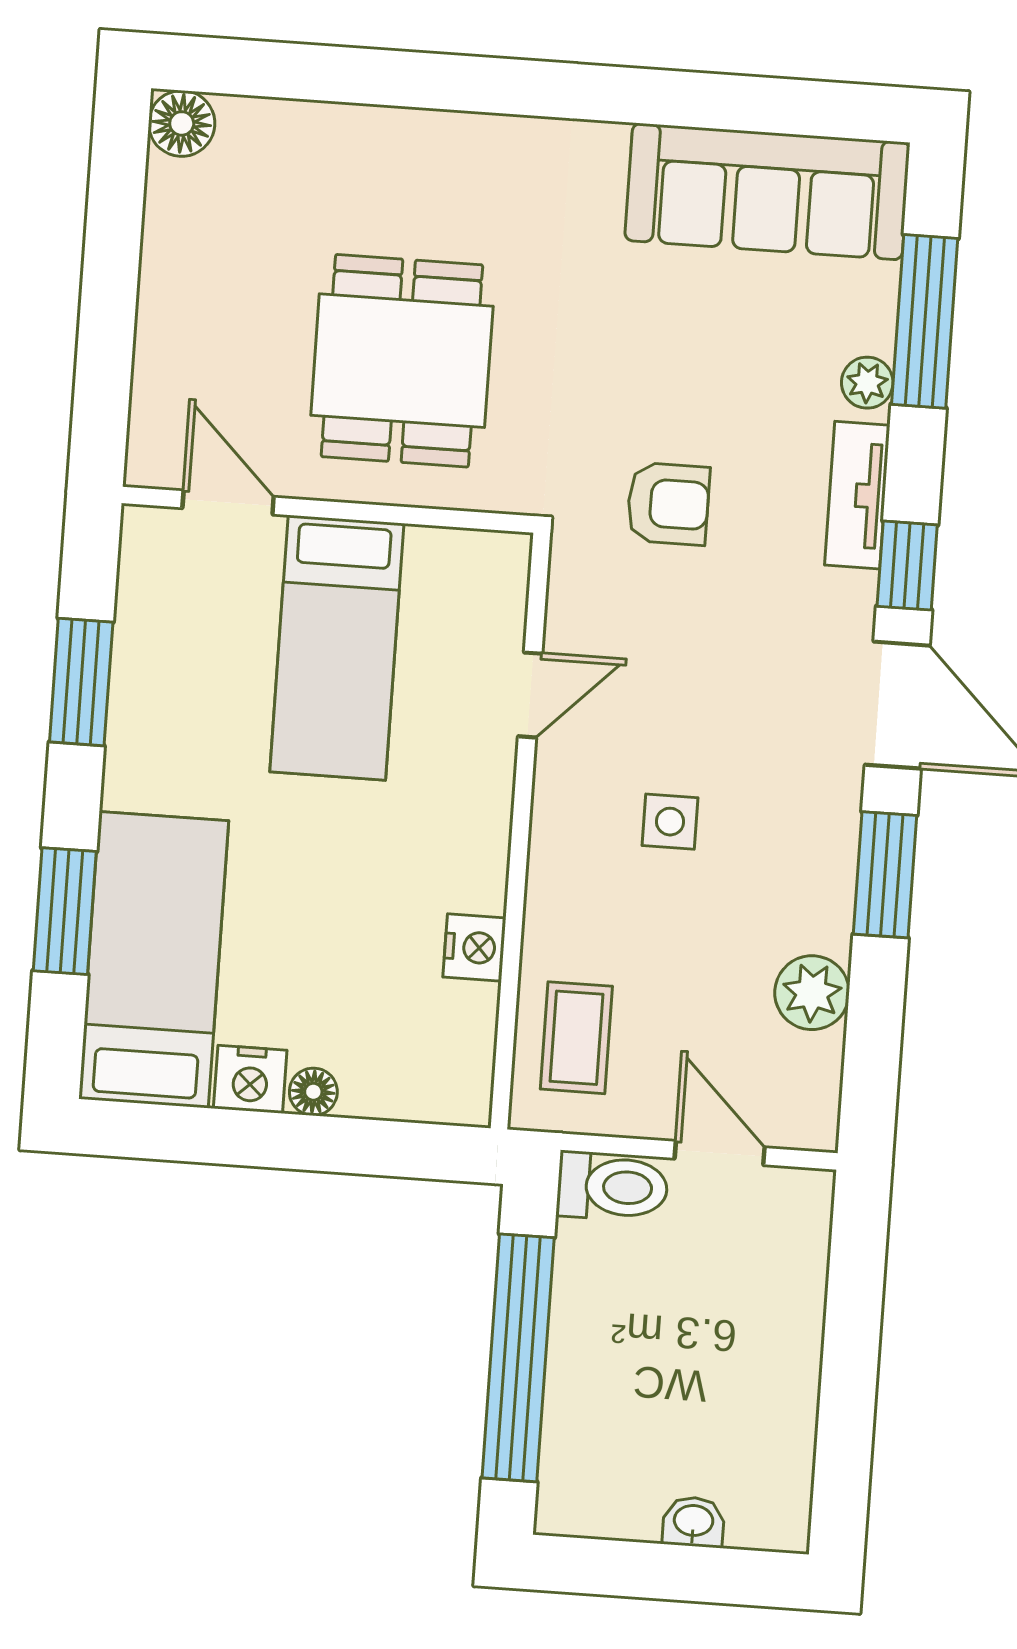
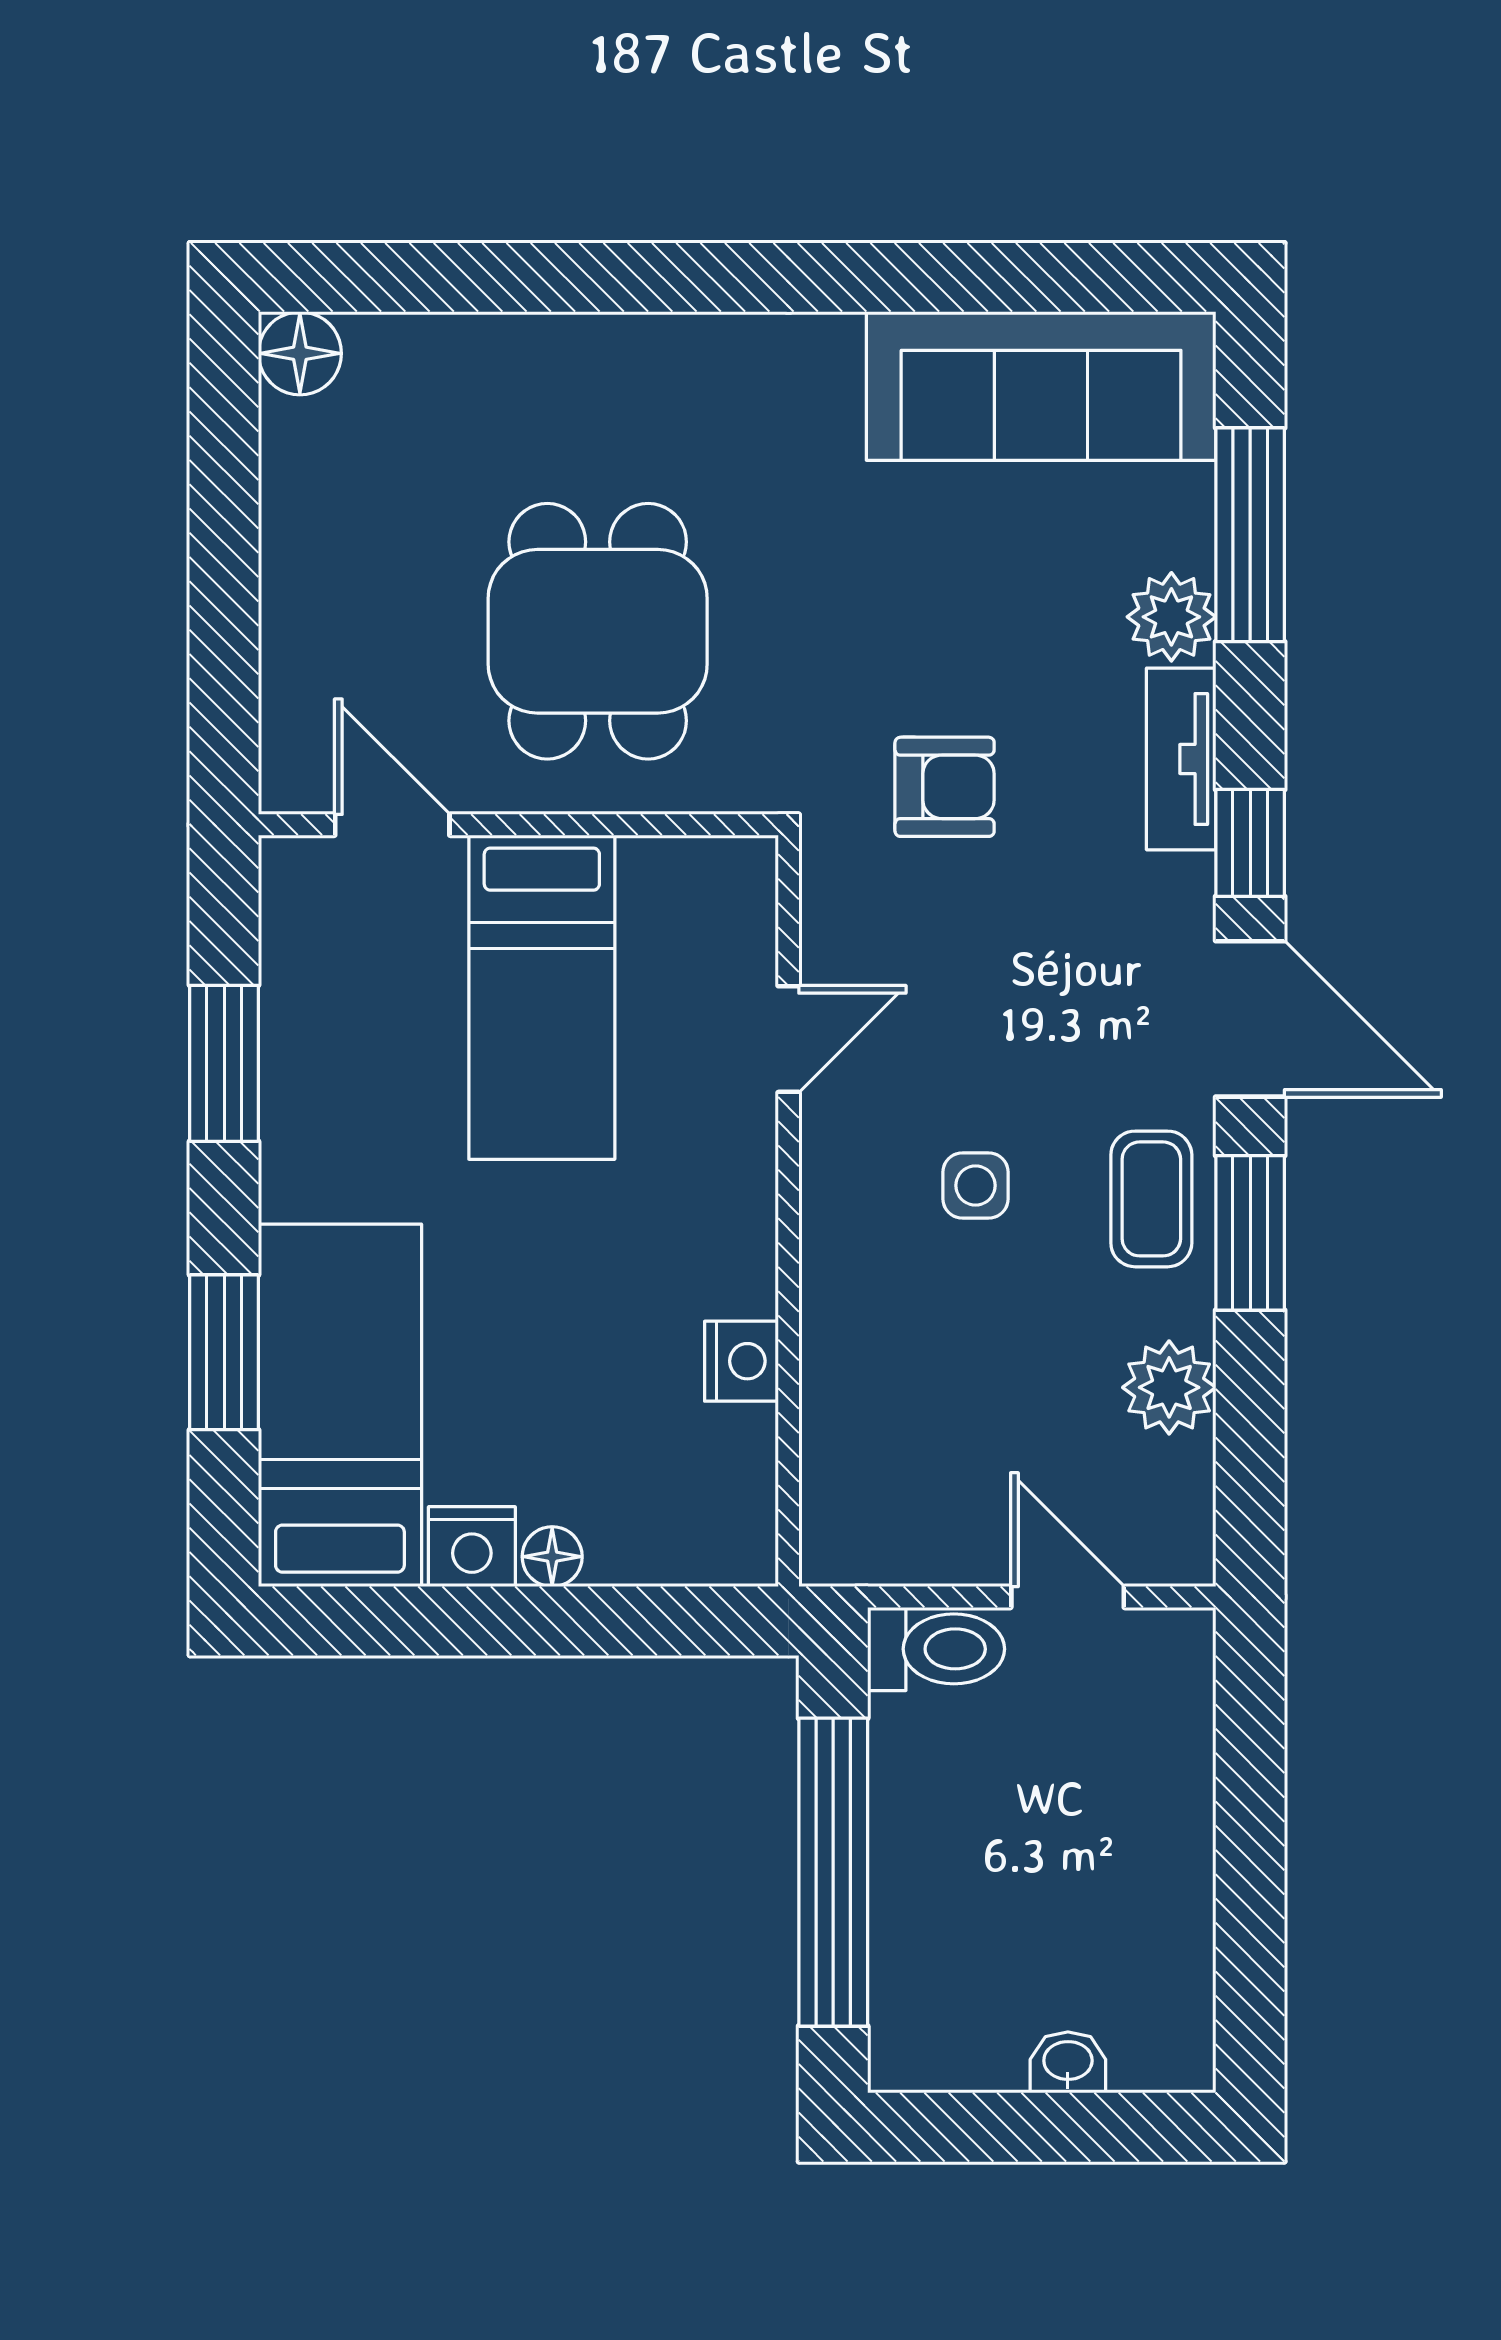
plant: (867, 383) -> (1171, 617), width x1.38, depth x1.38
coffee table: (576, 1038) -> (1151, 1199), moved

